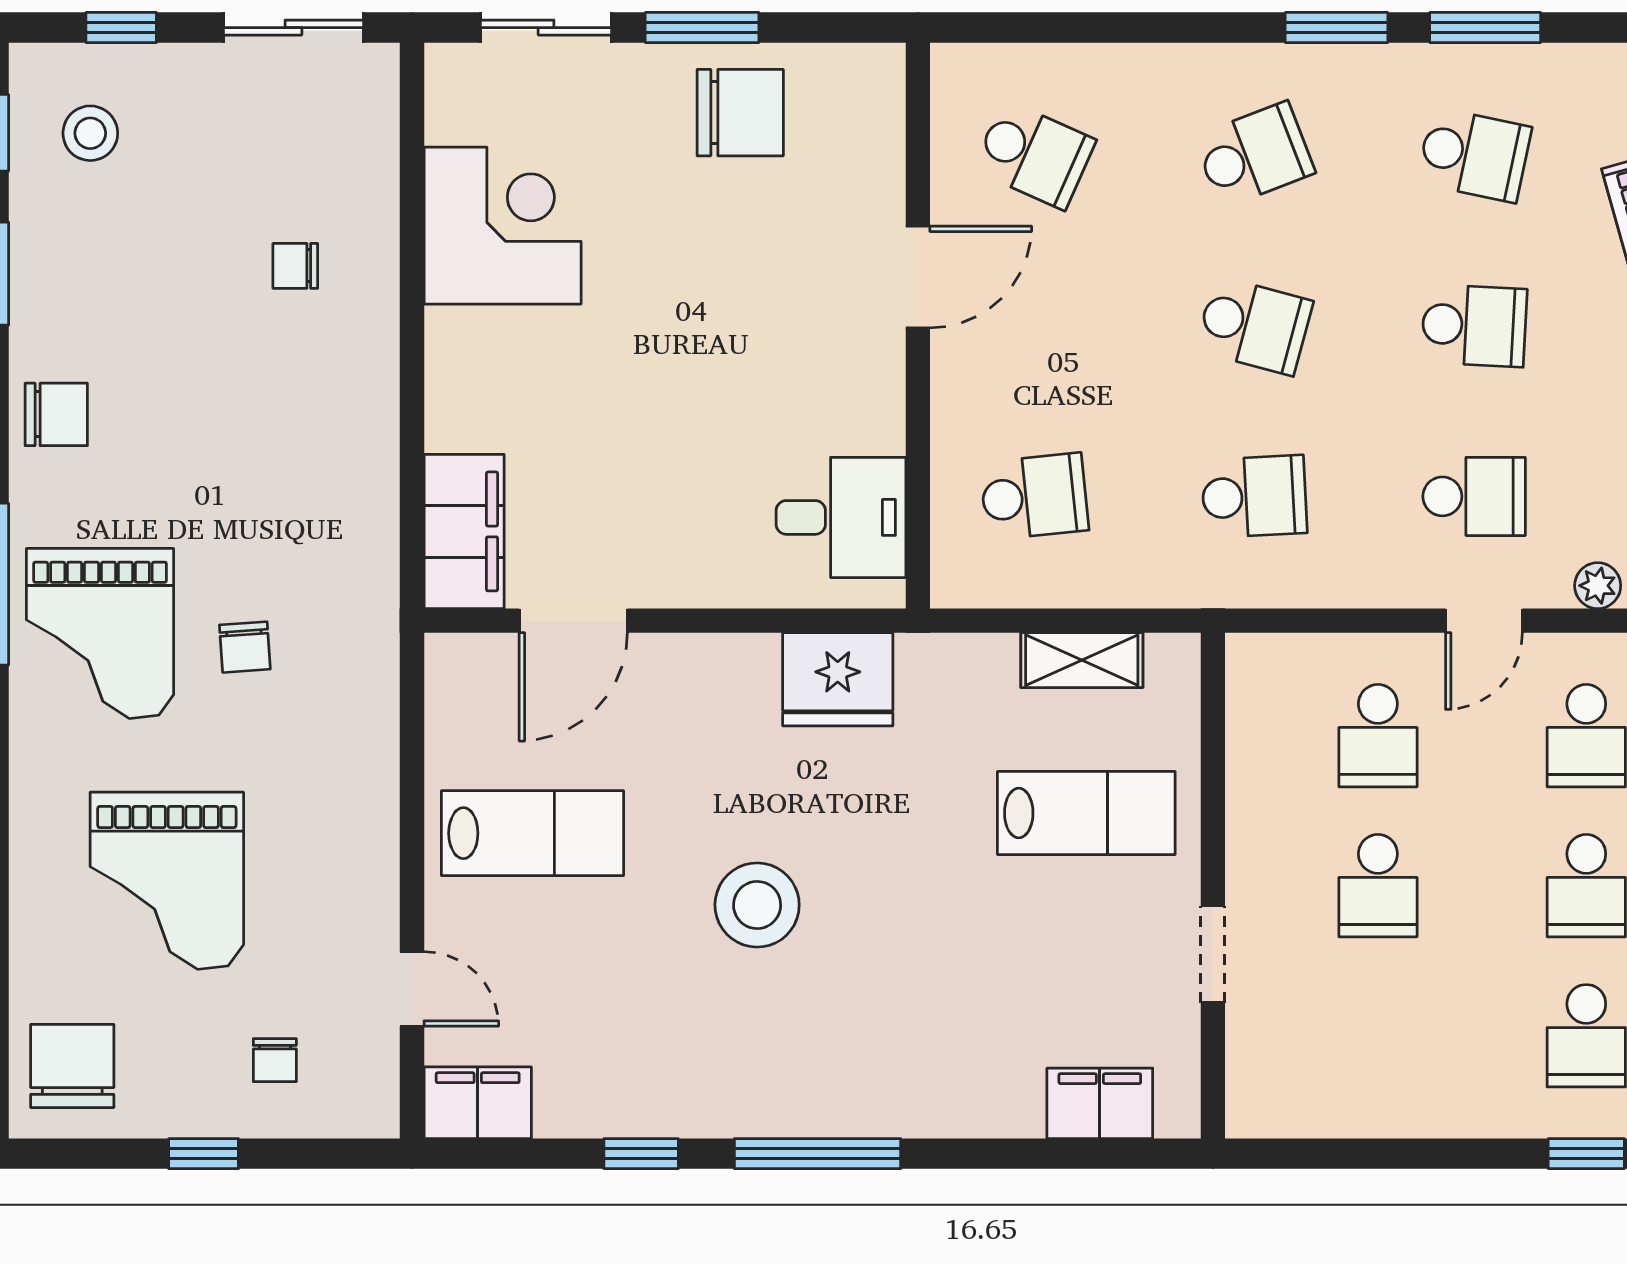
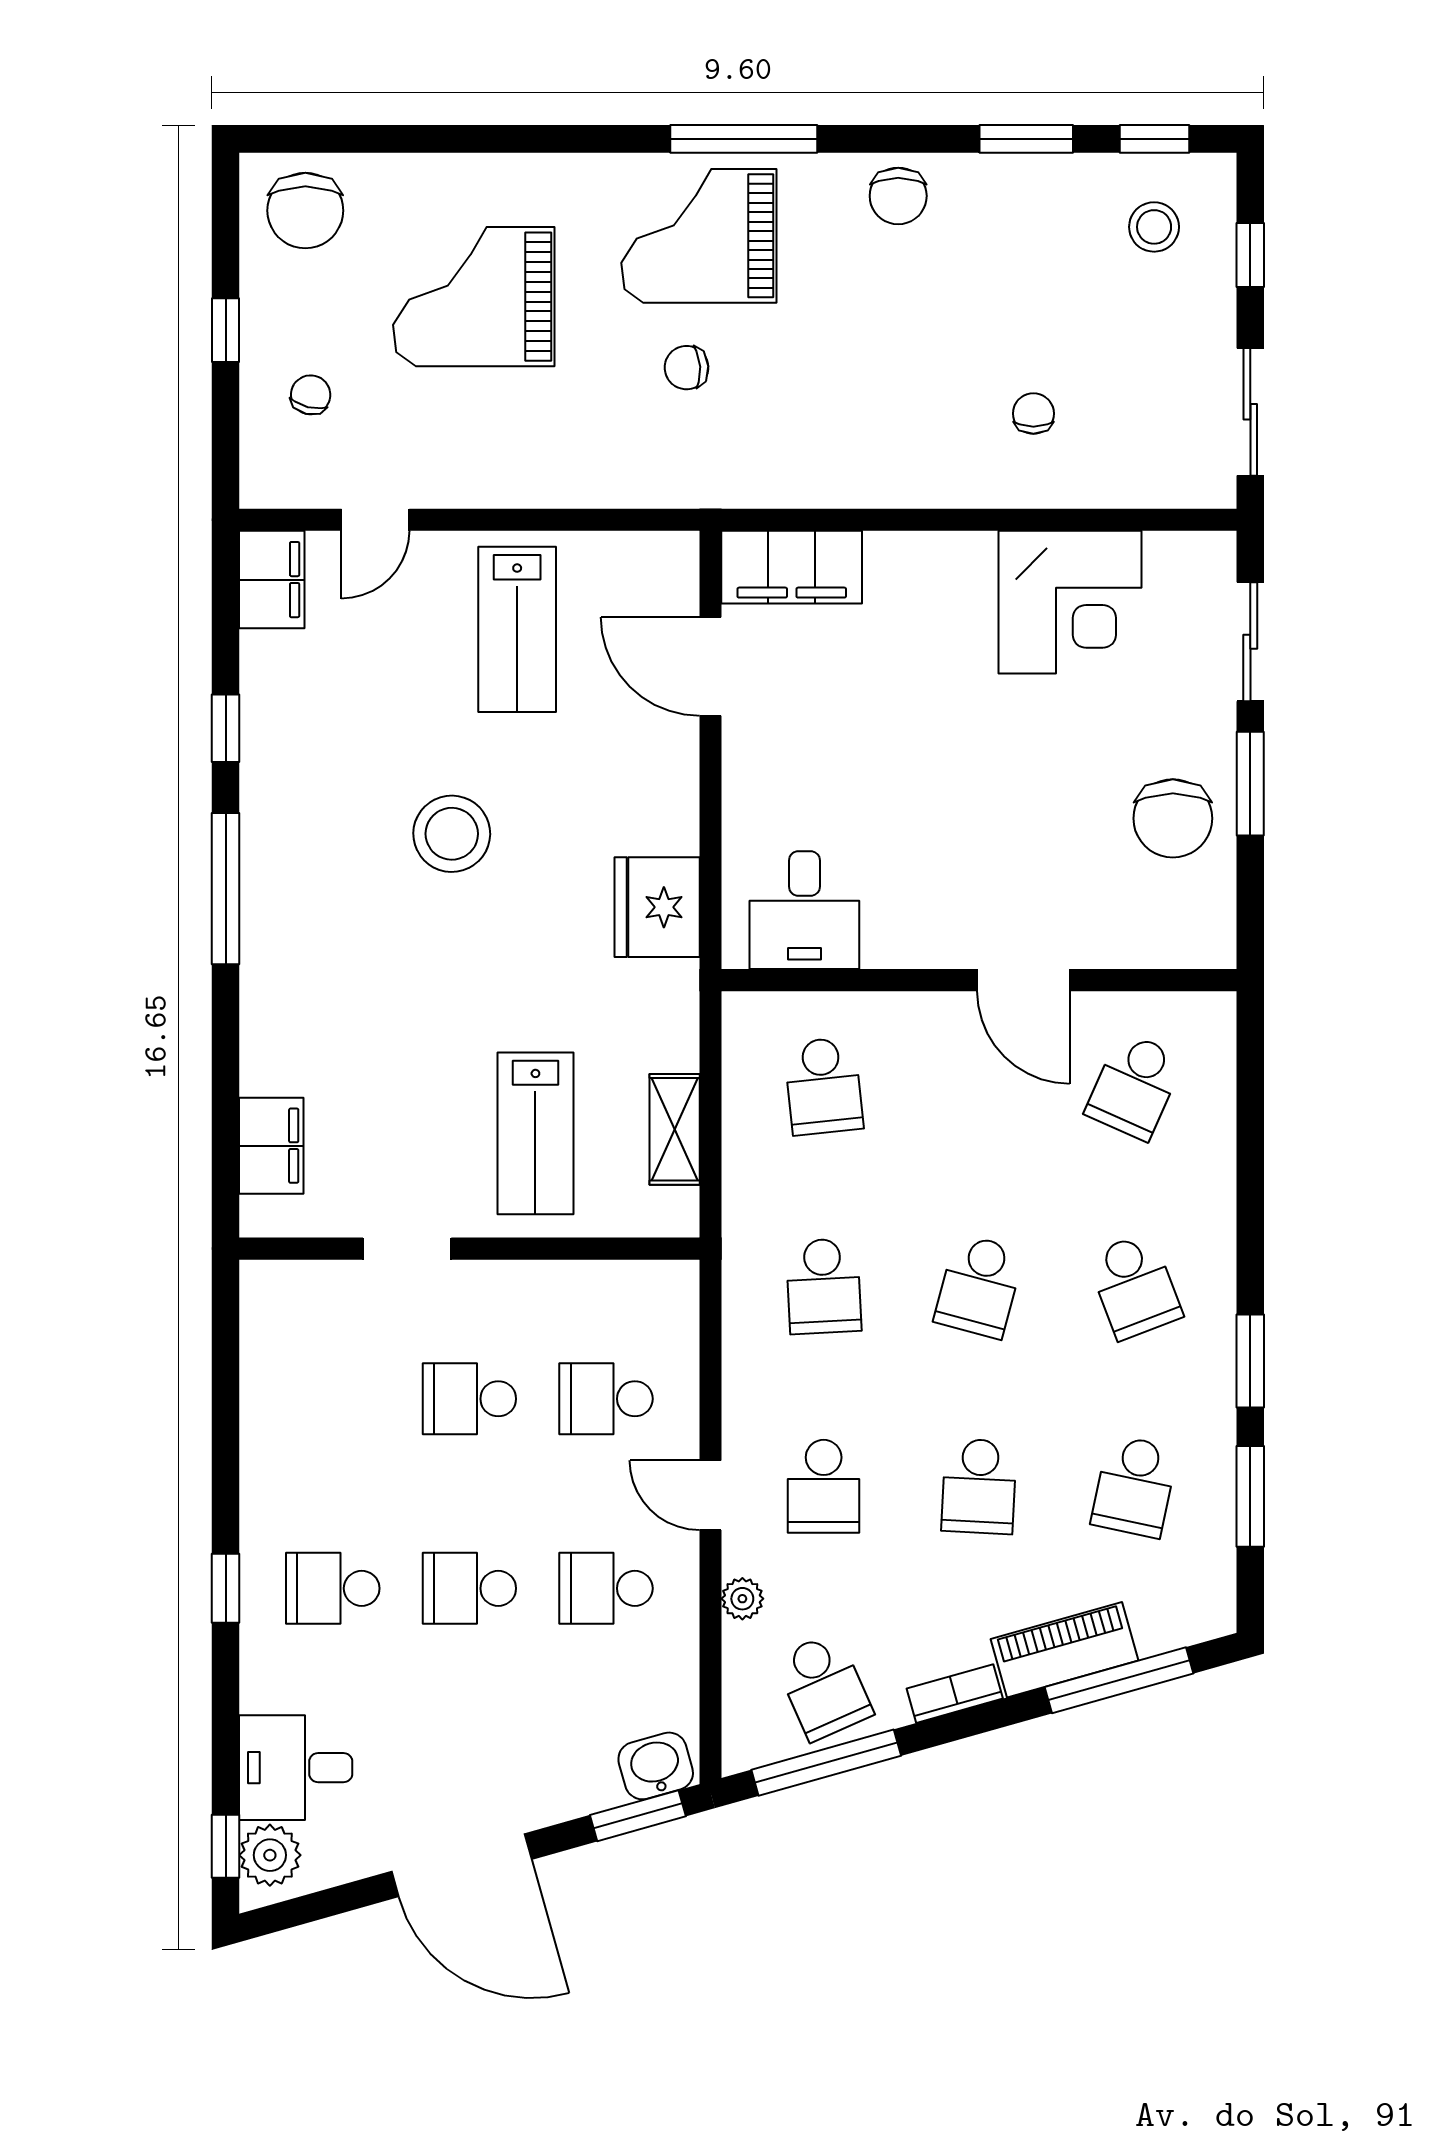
chair: (275, 1060) -> (311, 395), turned 104
chair: (72, 1066) -> (305, 211), turned 90

